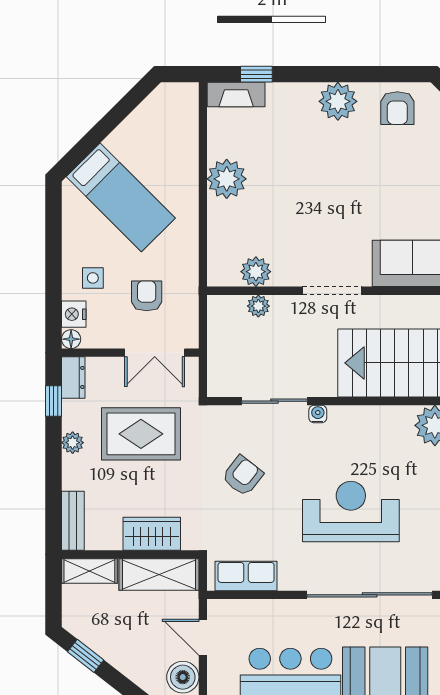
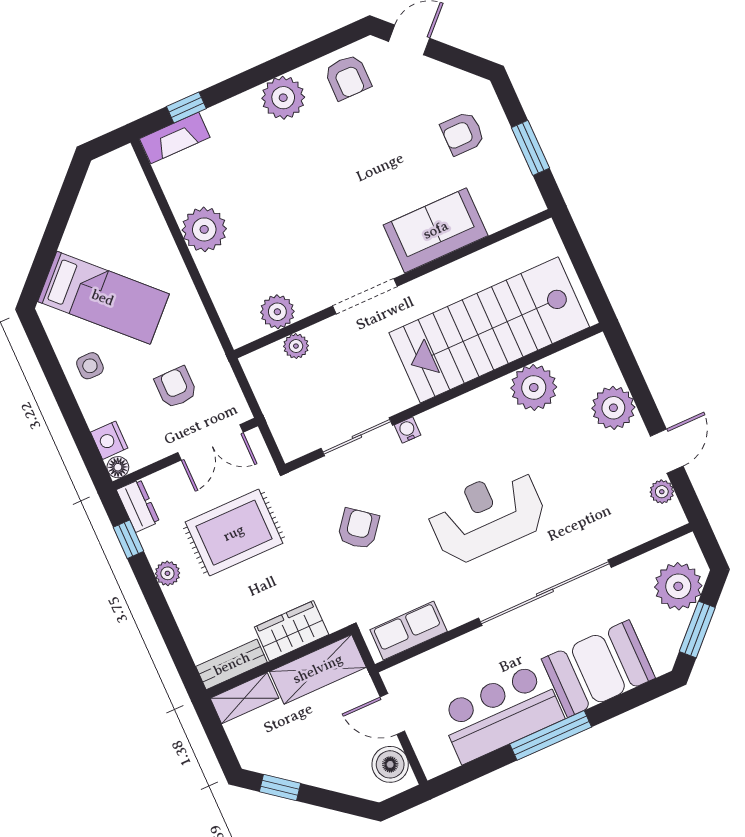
side table: (93, 278) -> (90, 366), moved
bench: (73, 521) -> (232, 664), moved, turned 90

